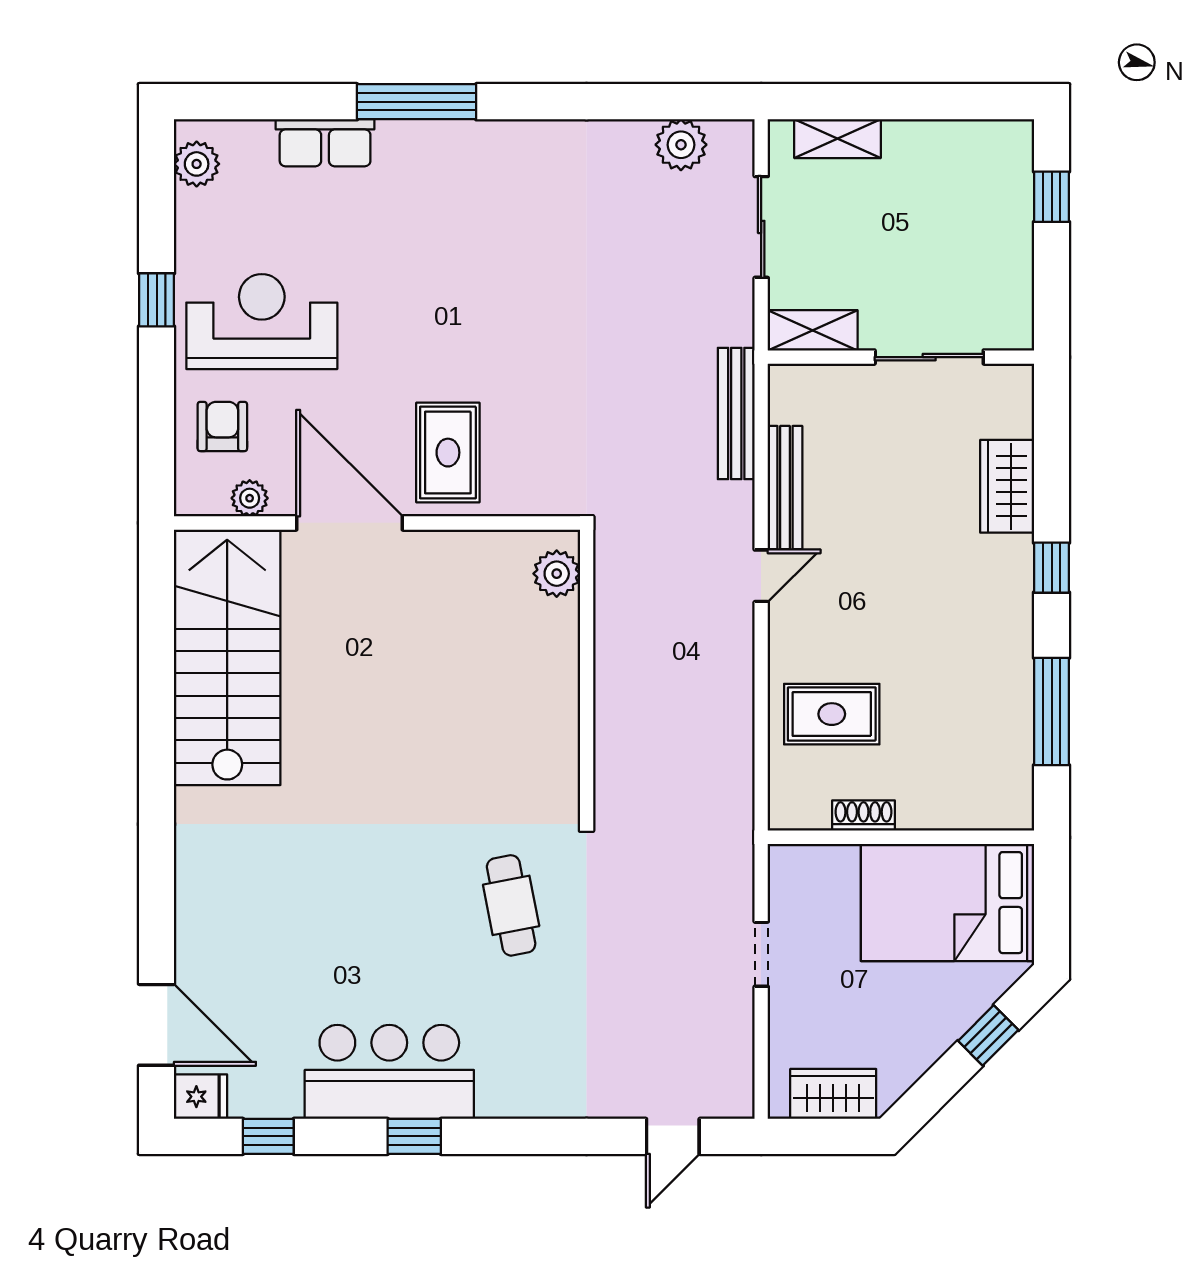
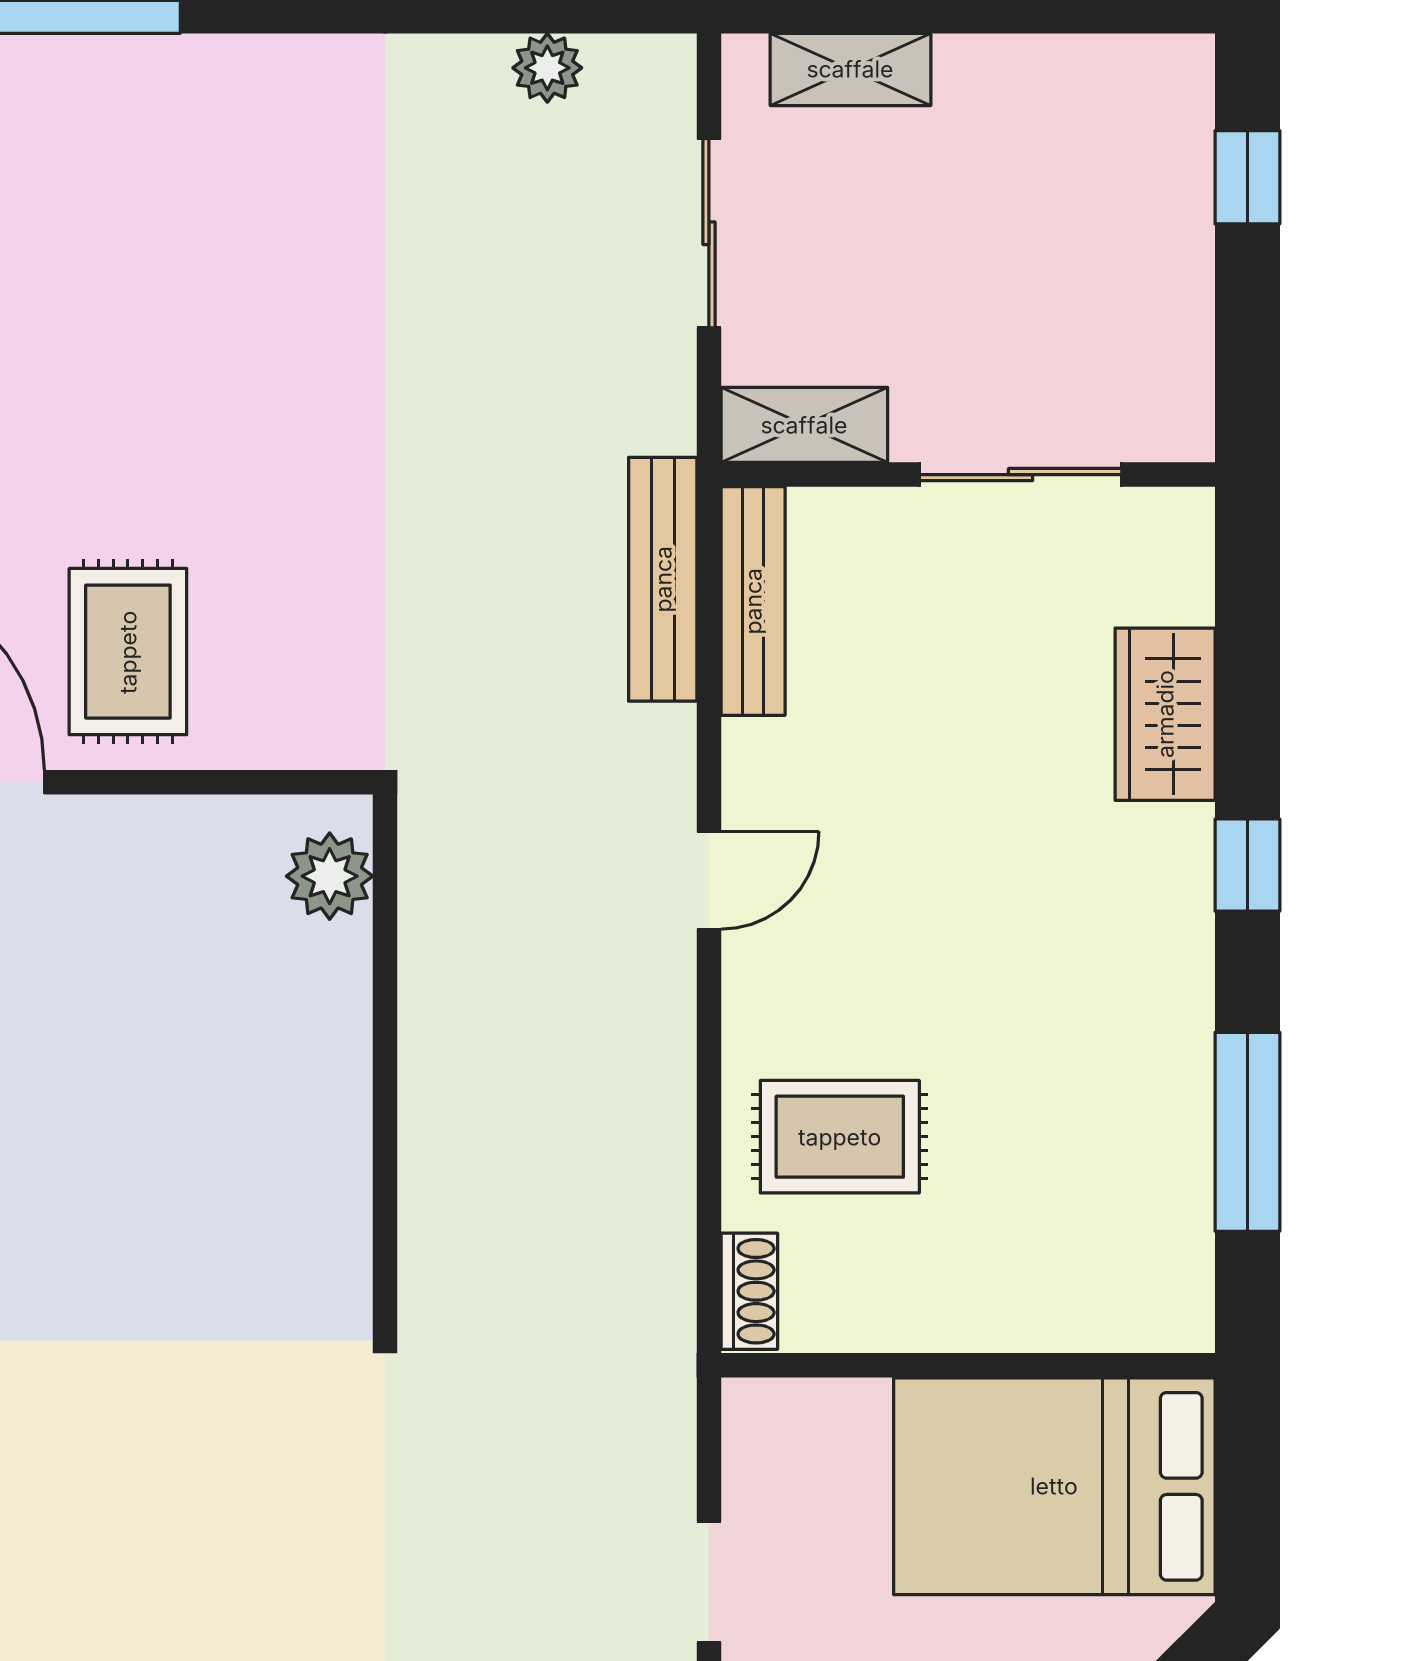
plant: (681, 145) -> (547, 68), width x0.73, depth x0.73
bench: (785, 488) -> (753, 601), moved
shoe rack: (864, 816) -> (749, 1291), moved, turned 90
cafe table: (511, 905) -> (245, 1491), removed

